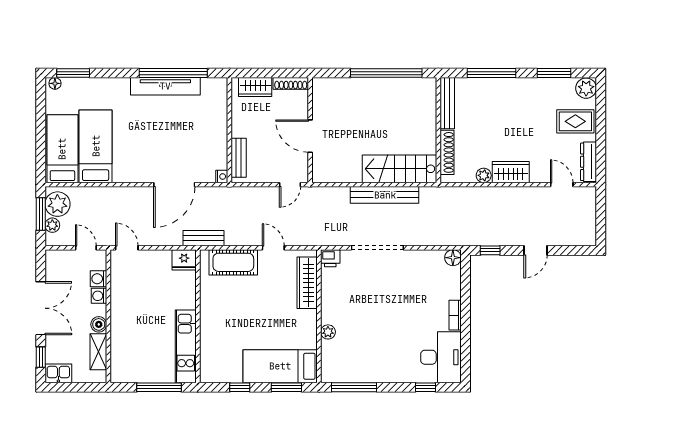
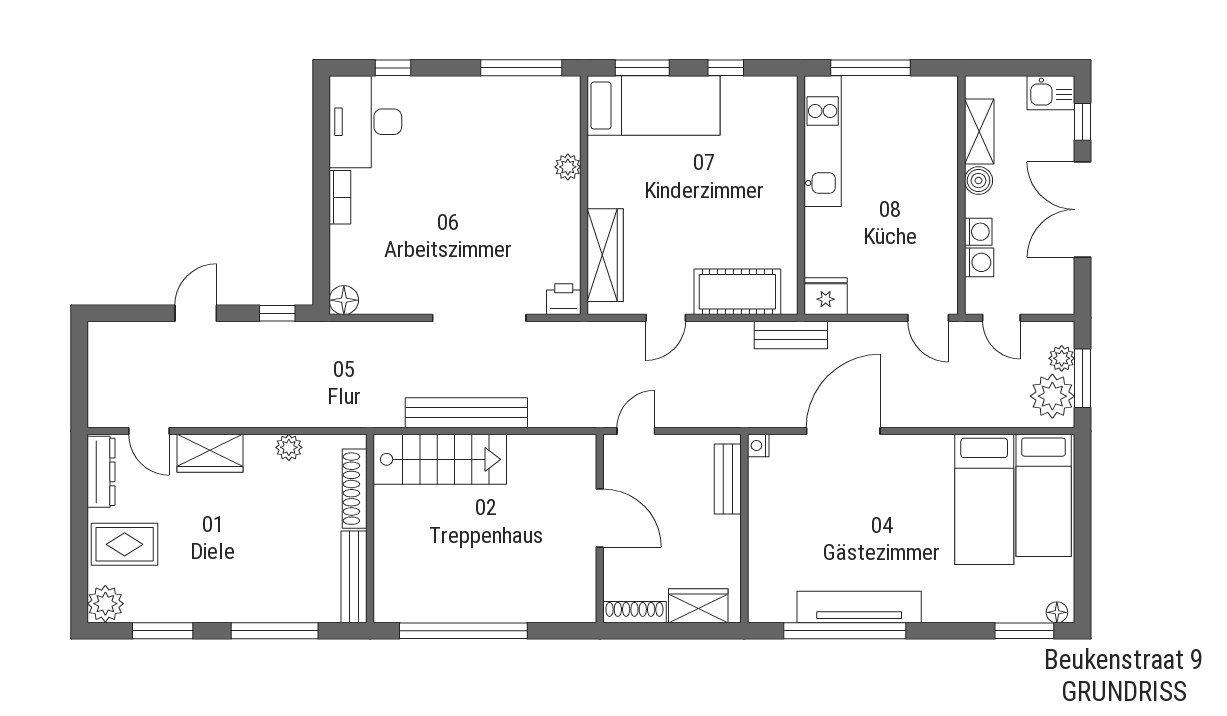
wardrobe: (511, 172) -> (210, 453), moved
door: (273, 248) -> (666, 318), hinge flipped

